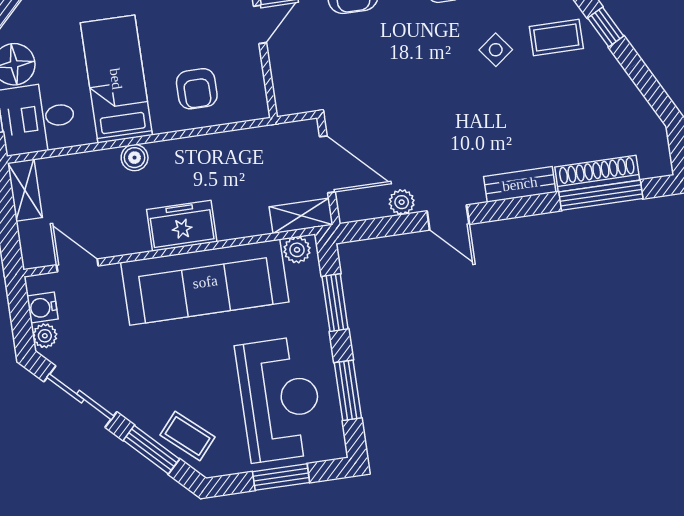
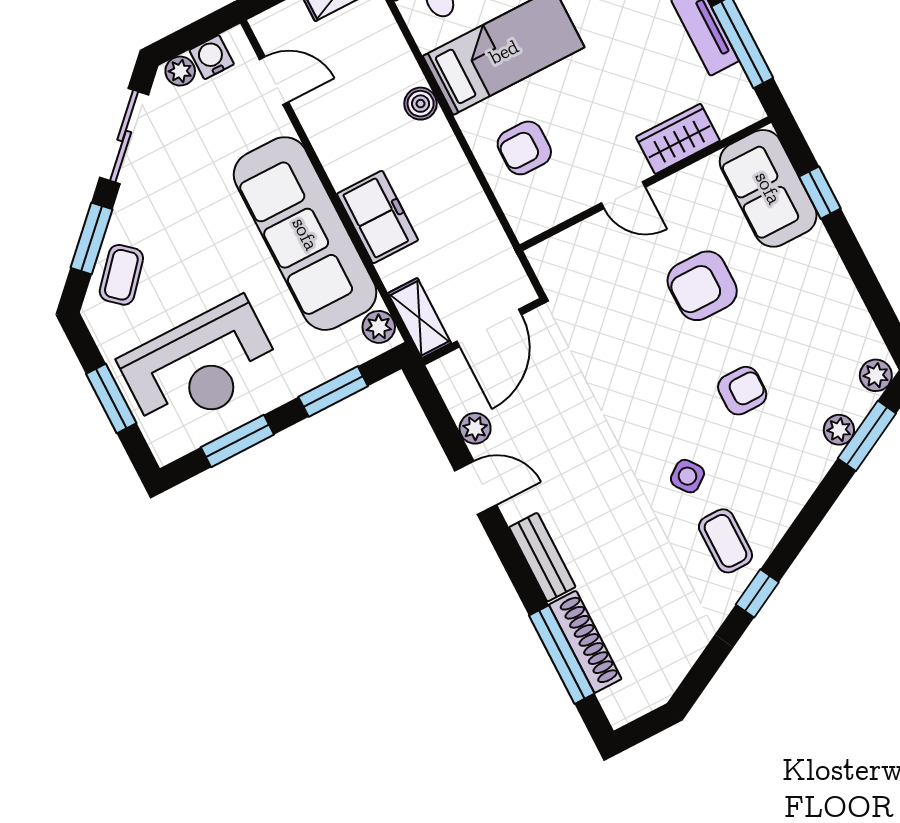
door: (448, 218) -> (476, 488), swing flipped
freezer: (182, 226) -> (378, 217), moved
door: (77, 265) -> (274, 81), hinge flipped

